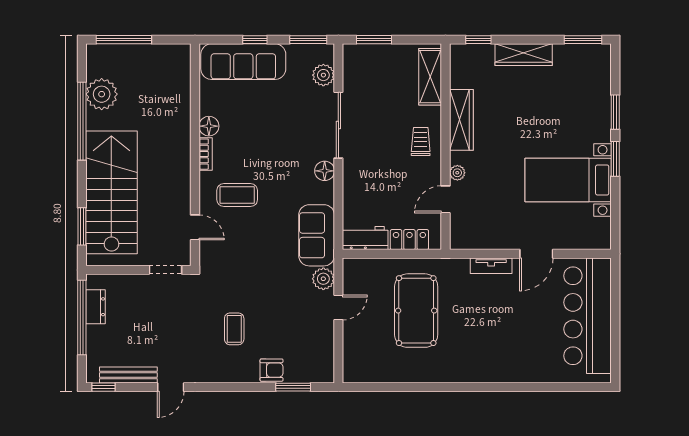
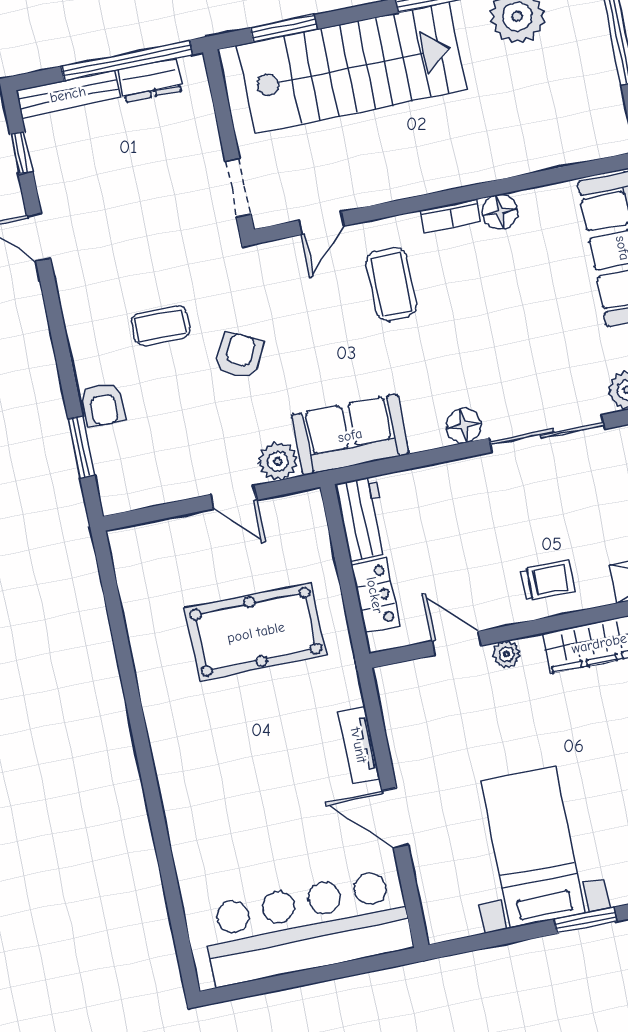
armchair: (260, 288) -> (239, 356), added
bench: (128, 375) -> (68, 94), moved, turned 90
window: (104, 387) -> (21, 153), moved

